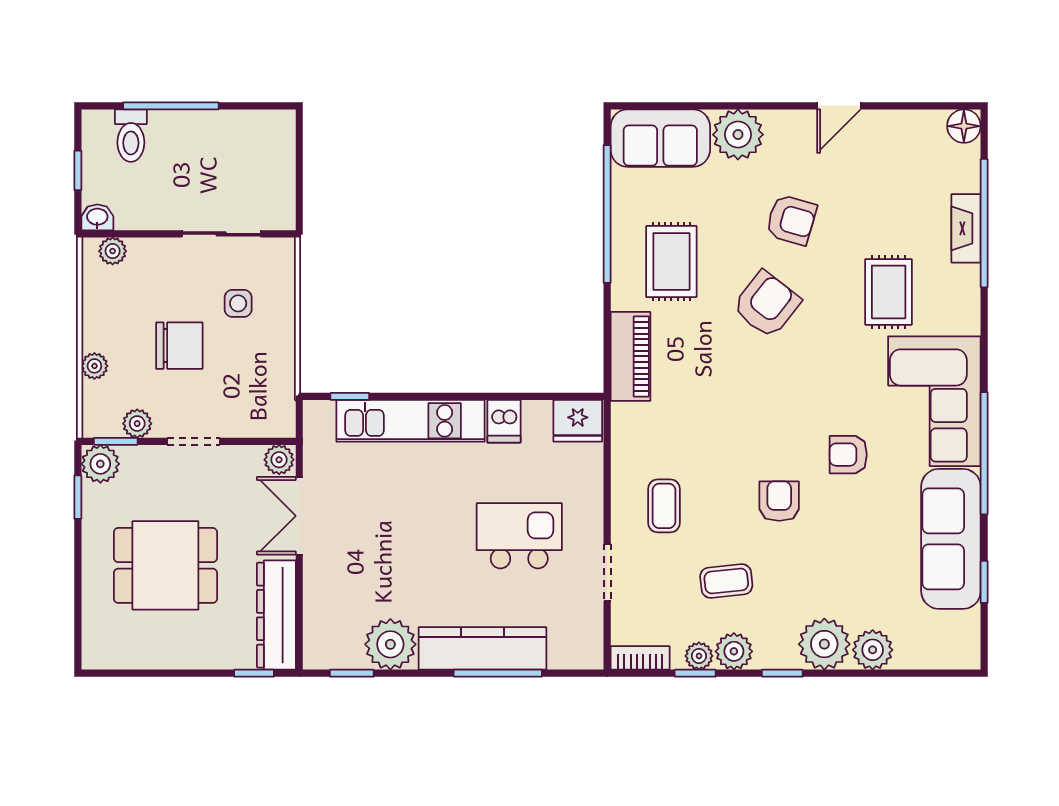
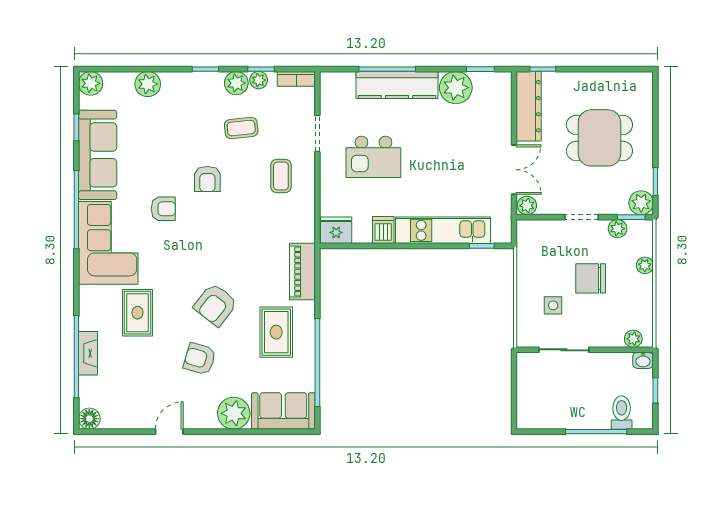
plant: (824, 644) -> (91, 83), moved, width x0.73, depth x0.73

